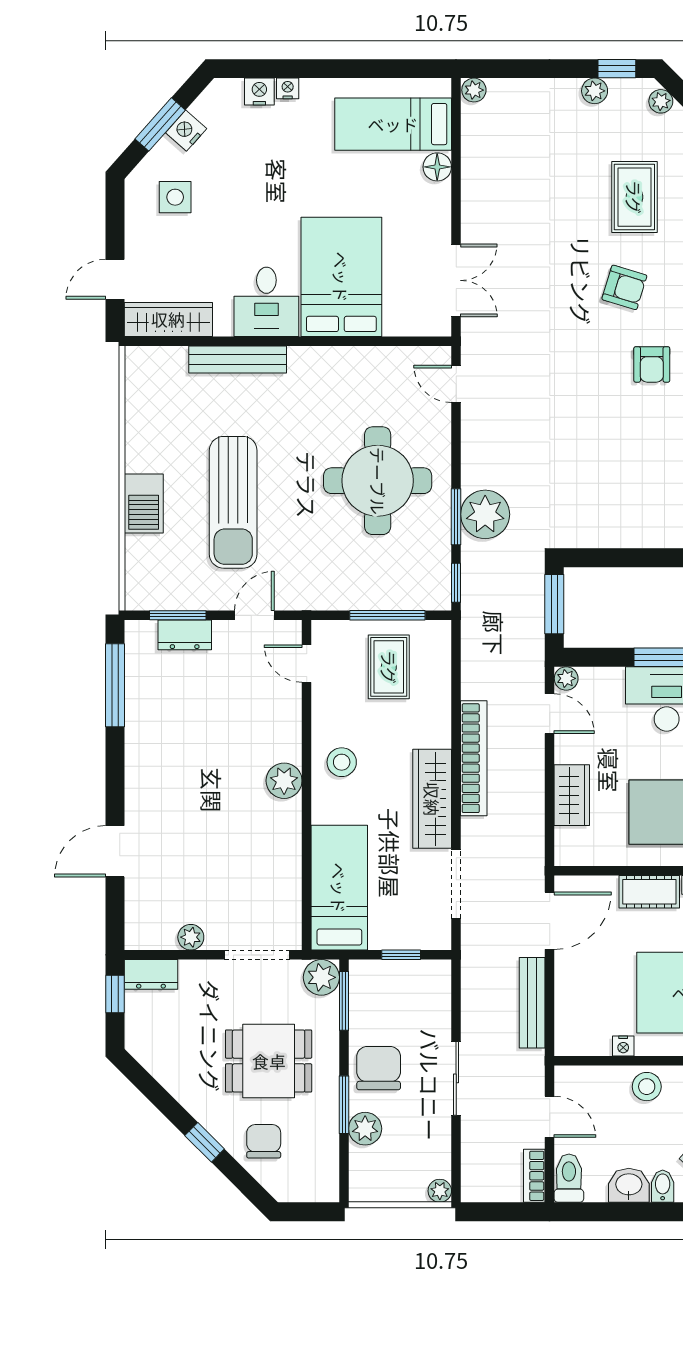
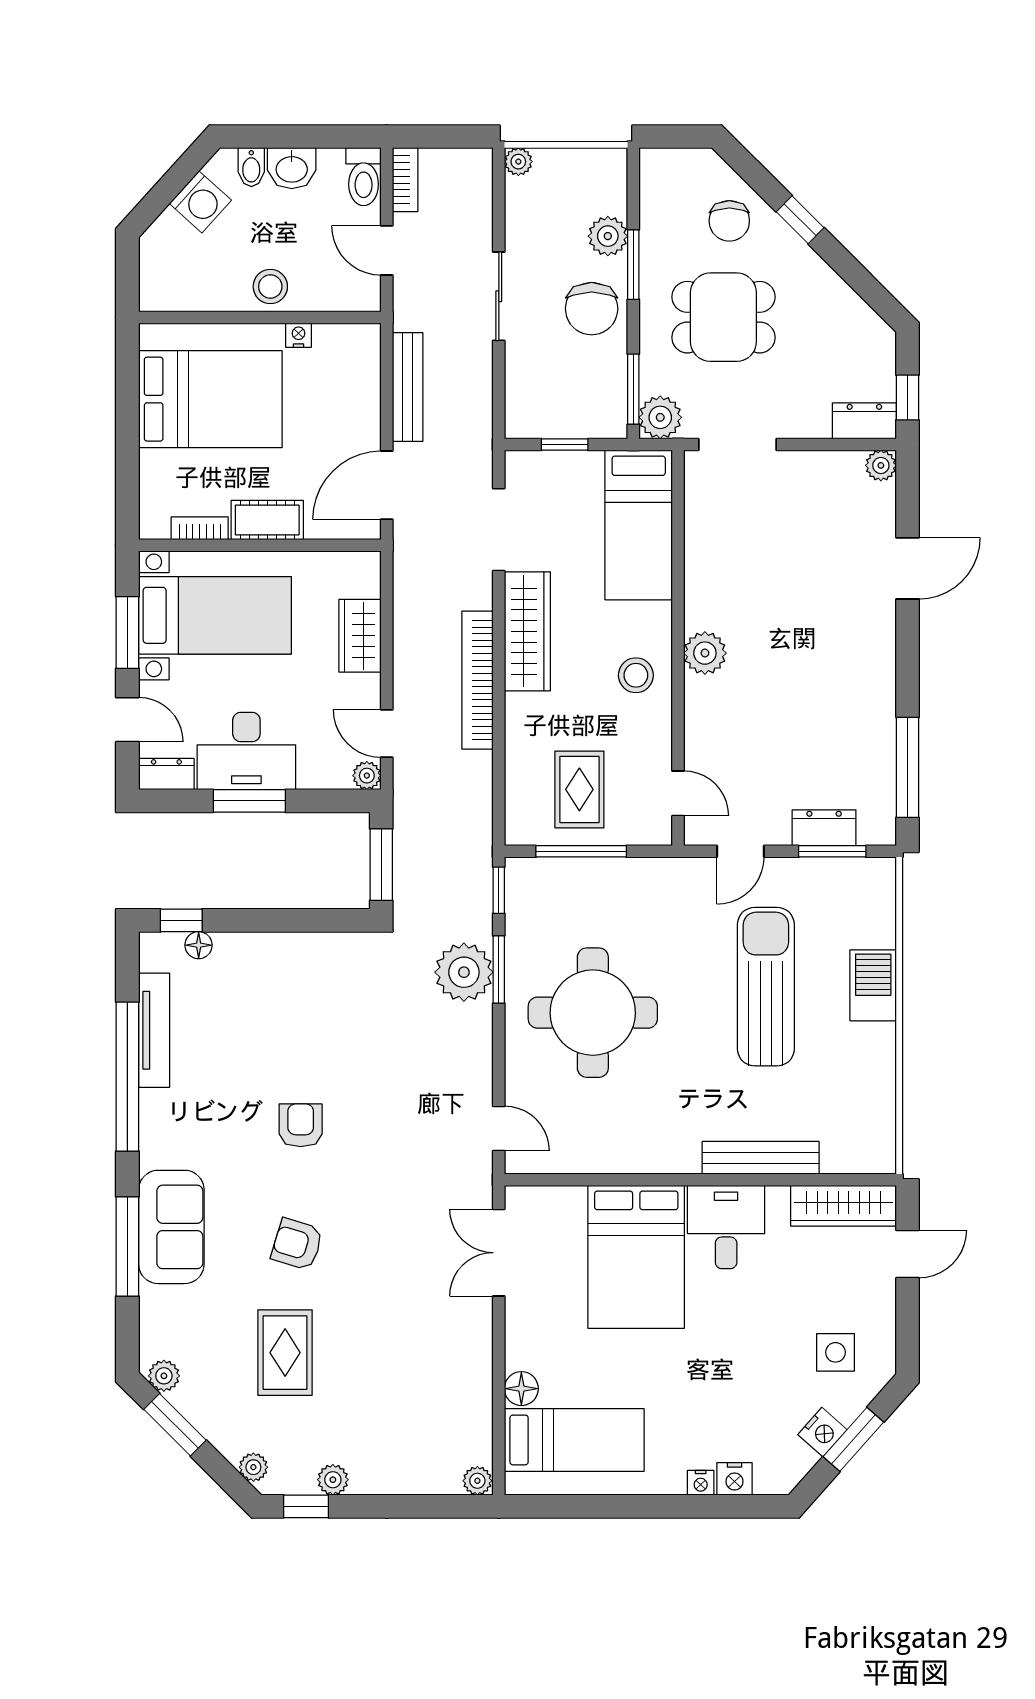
armchair: (652, 364) -> (301, 1125), moved
plant: (191, 937) -> (881, 465), moved

